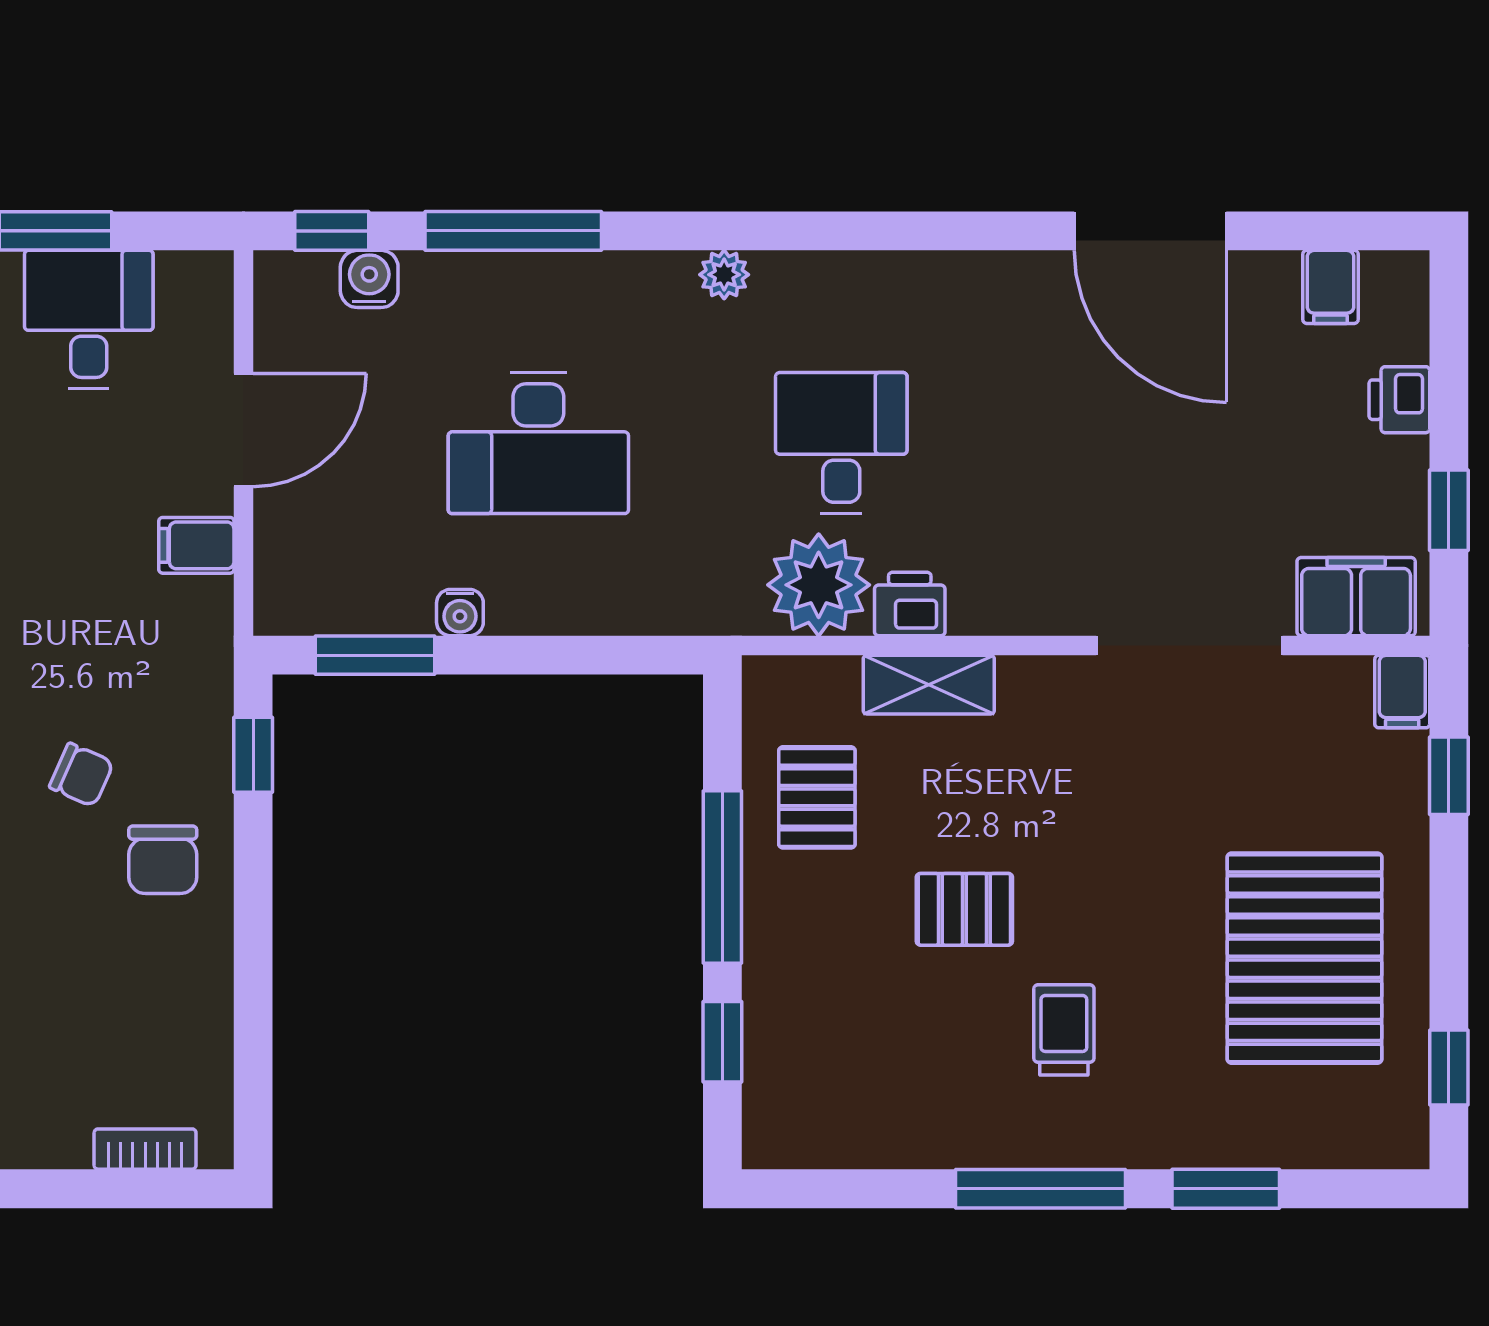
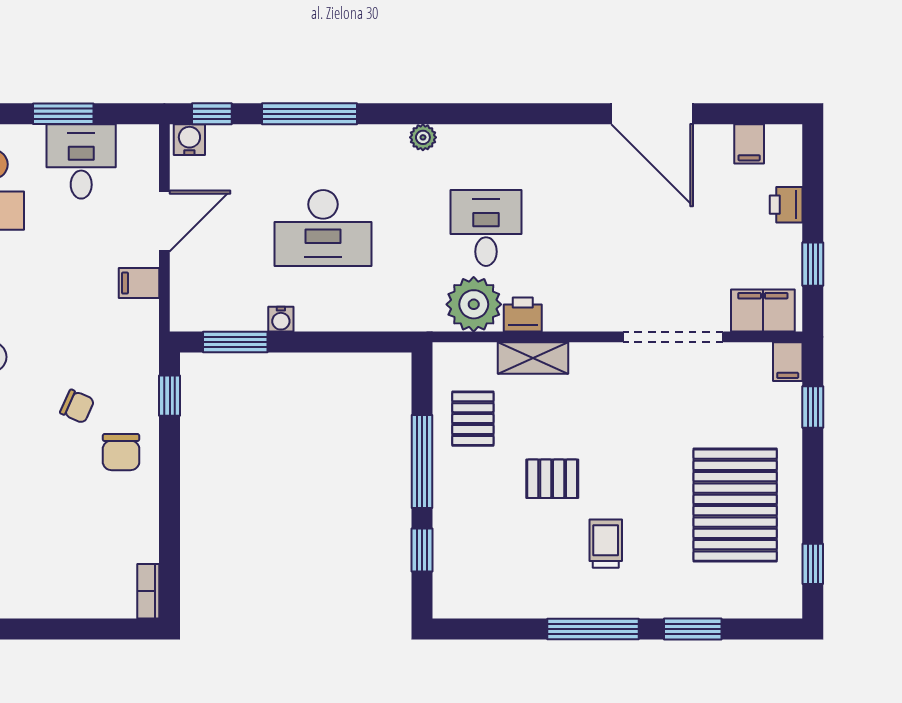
water cooler: (369, 279) -> (189, 140), moved
bookcase: (145, 1149) -> (148, 591), moved, turned -90

